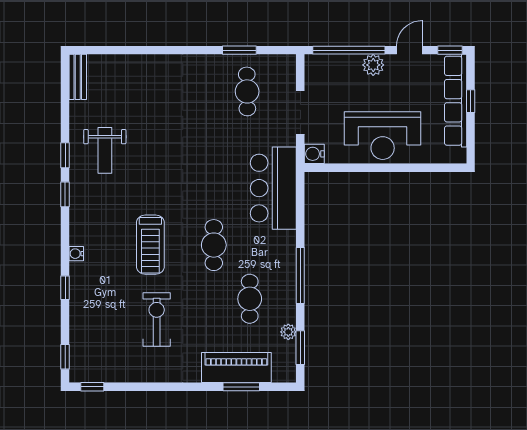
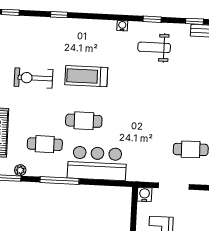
bar counter: (273, 188) -> (97, 163), moved
window: (65, 194) -> (195, 21), moved
water cooler: (76, 254) -> (122, 26), moved
exercise bike: (157, 320) -> (33, 78), turned 180

